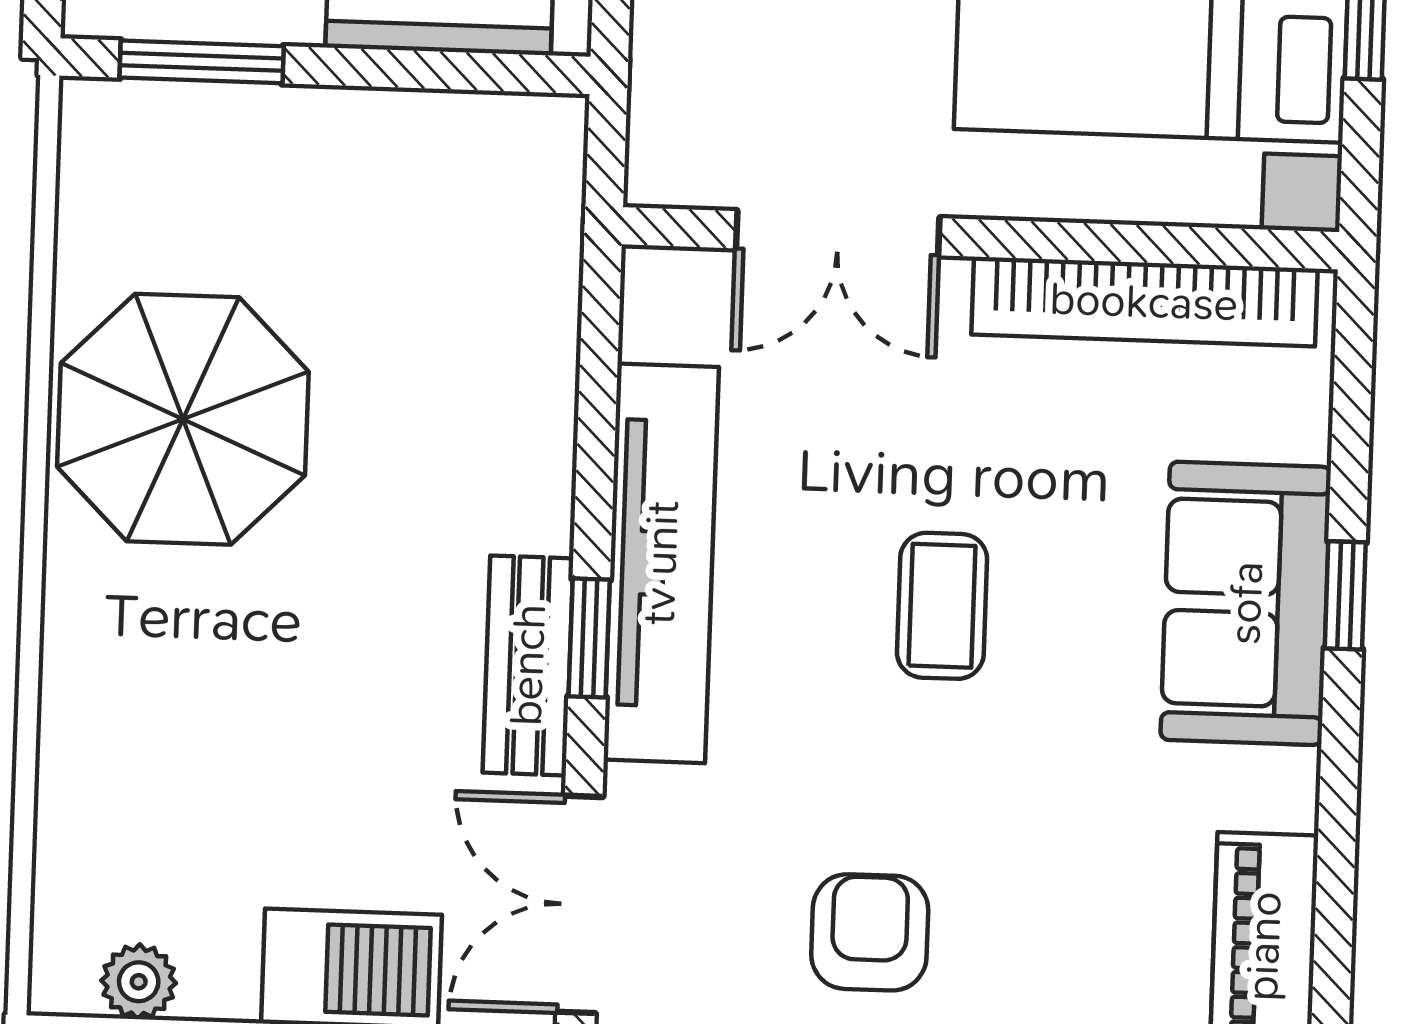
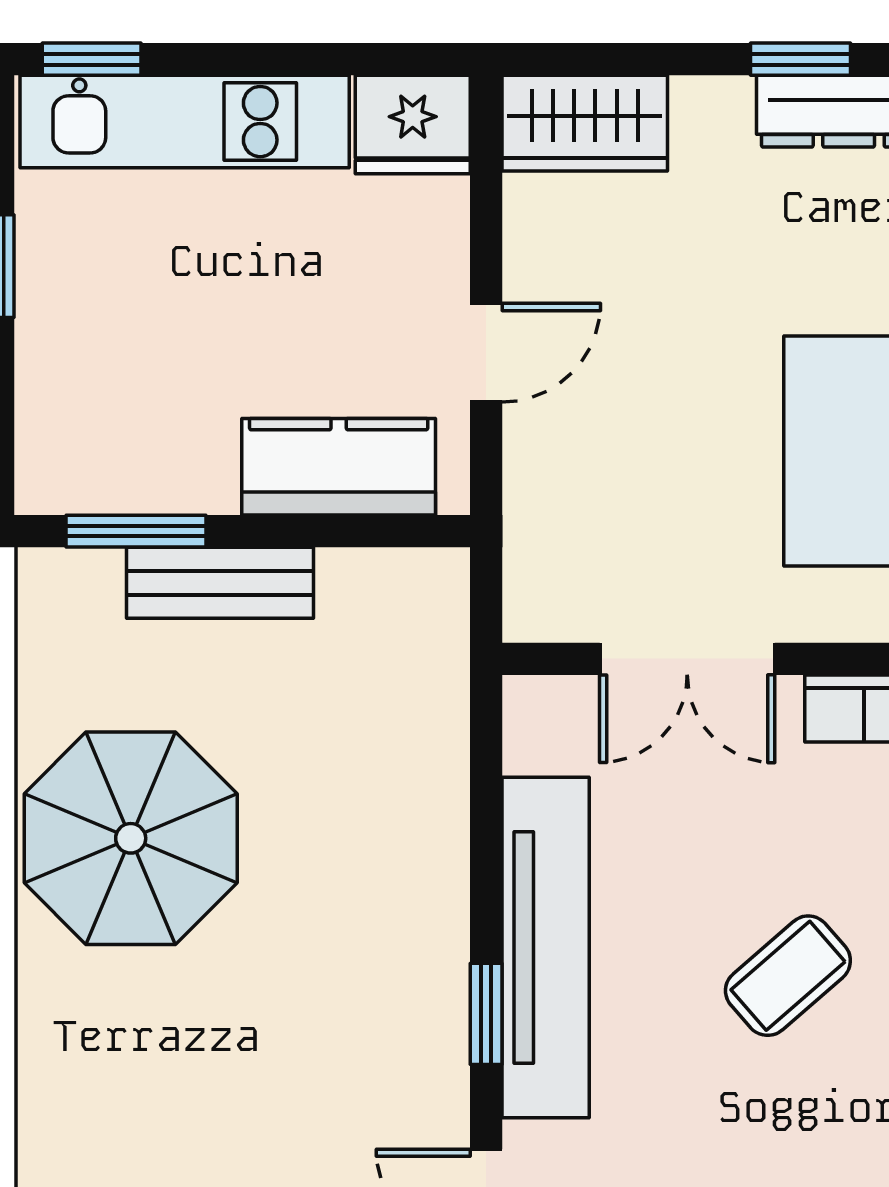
coffee table: (942, 606) -> (788, 976), turned 49
bench: (528, 665) -> (220, 583), moved, turned 90

